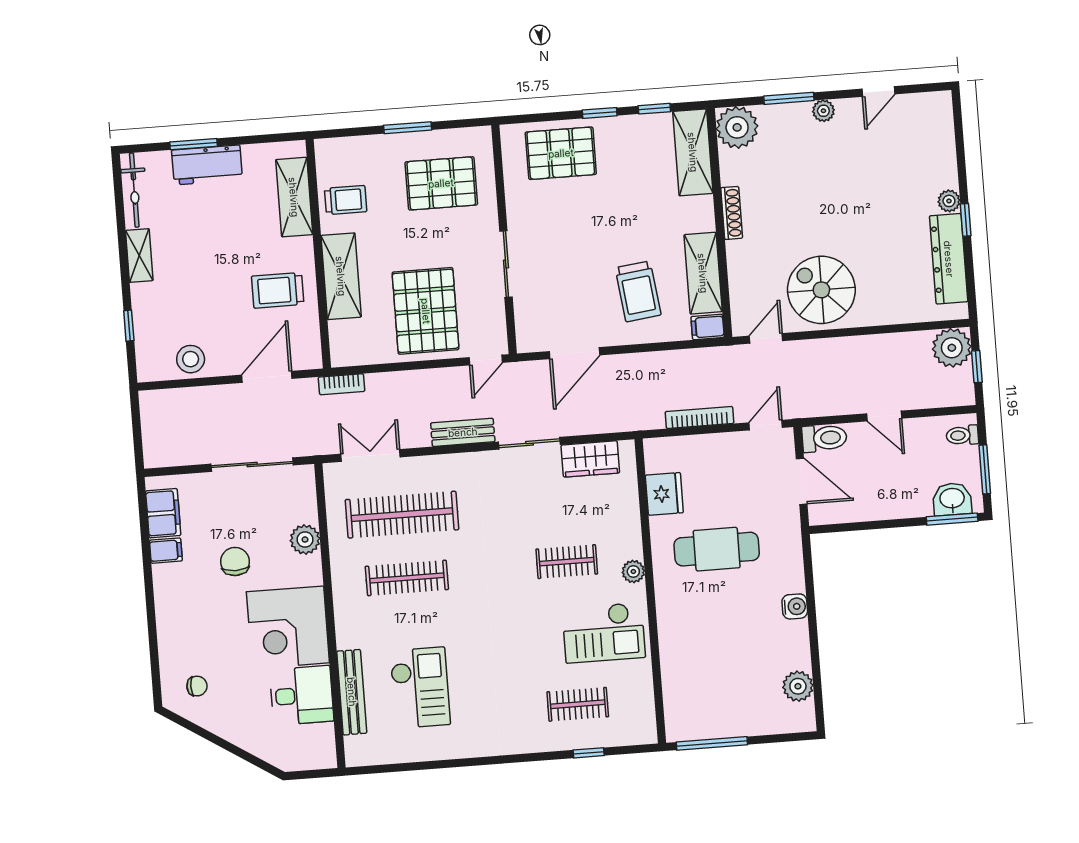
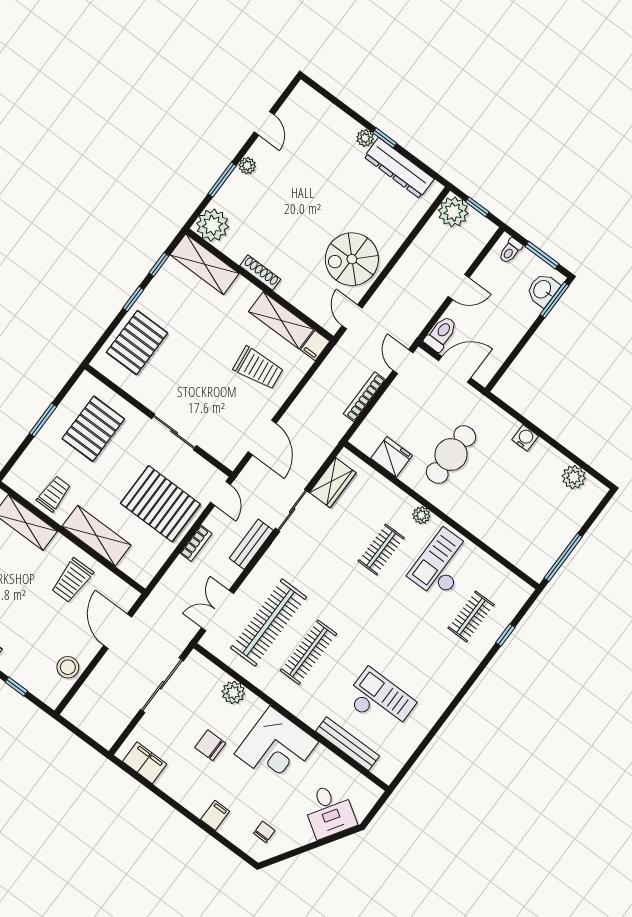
bookcase: (341, 384) -> (196, 543), moved
filing cabinet: (166, 551) -> (215, 815), moved
checkout: (604, 633) -> (442, 564), turned 180
desk: (302, 695) -> (329, 811), moved, turned 123

